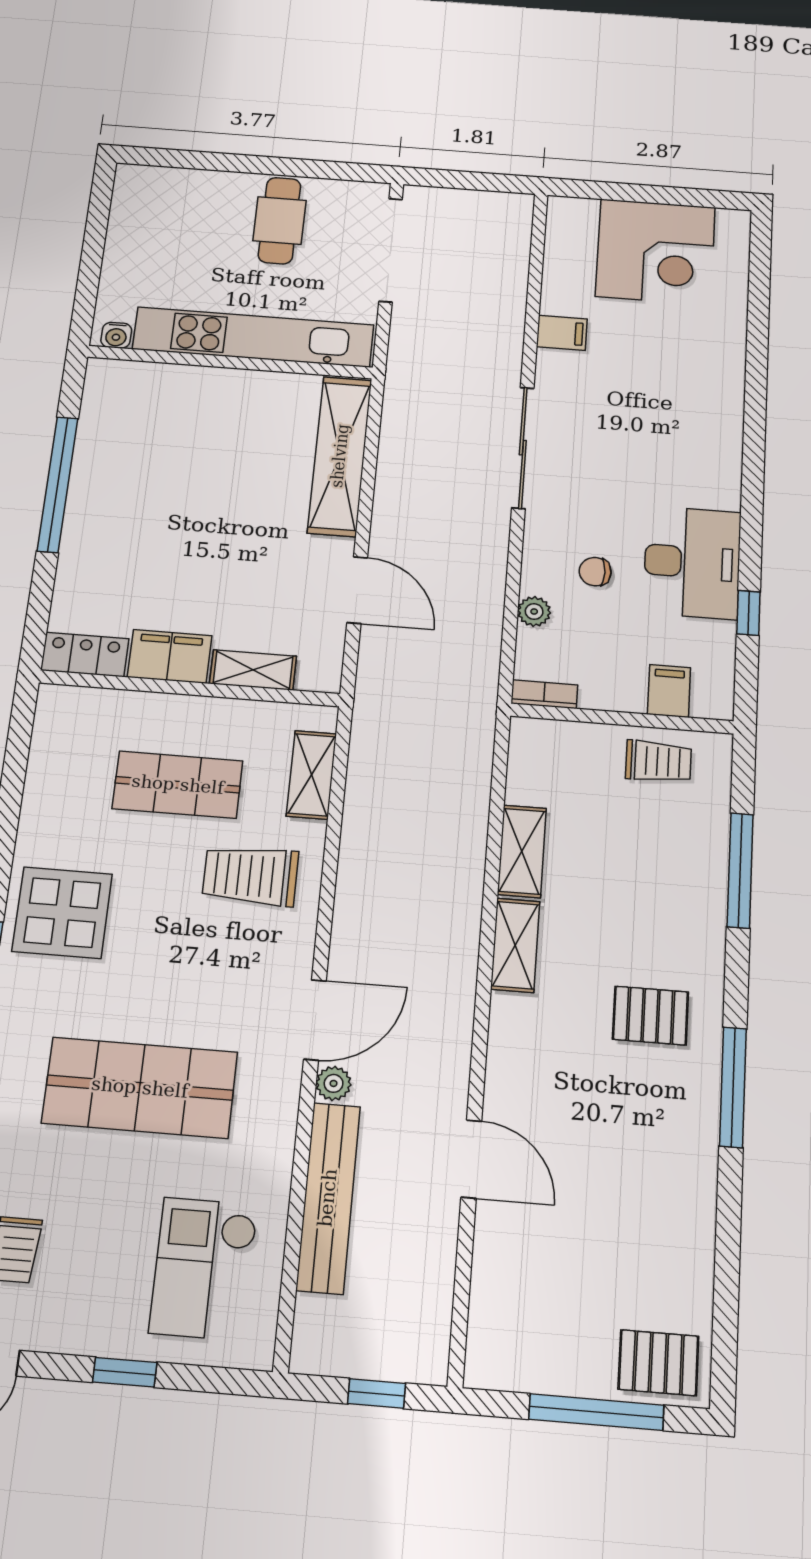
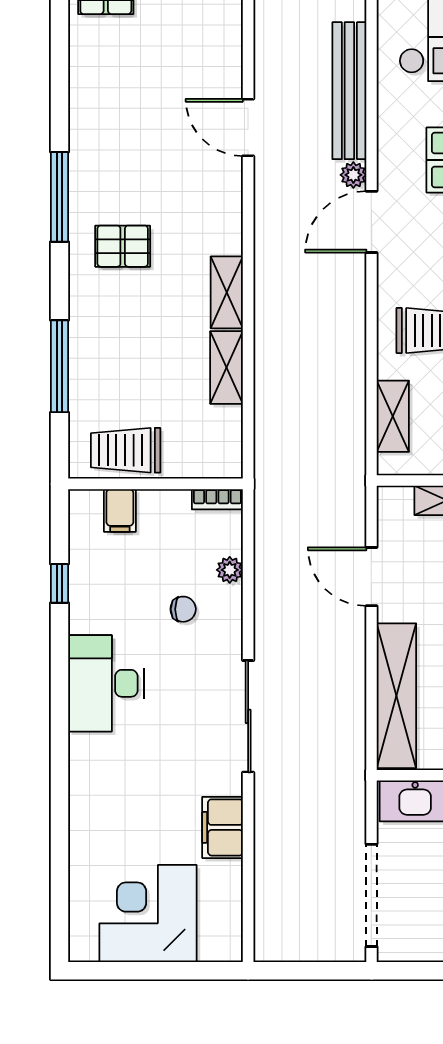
filing cabinet: (562, 333) -> (223, 827), width x2.00
desk: (692, 562) -> (106, 683), moved
trolley: (658, 761) -> (126, 450), width x1.36, depth x1.39

